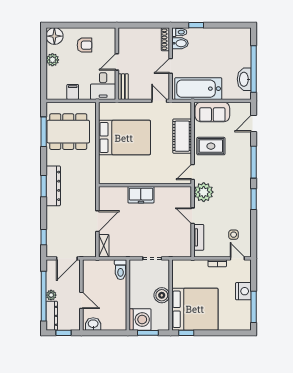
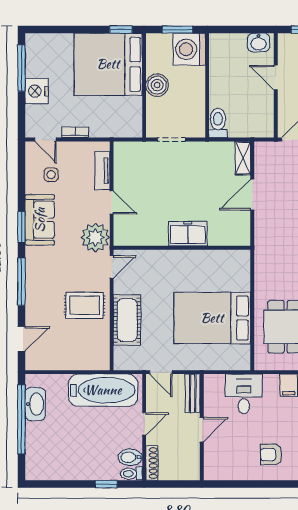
door: (117, 62) -> (202, 430), moved
wall: (117, 64) -> (202, 427), moved
bench: (123, 87) -> (193, 393), moved
sofa: (212, 112) -> (40, 220), moved, turned 90

